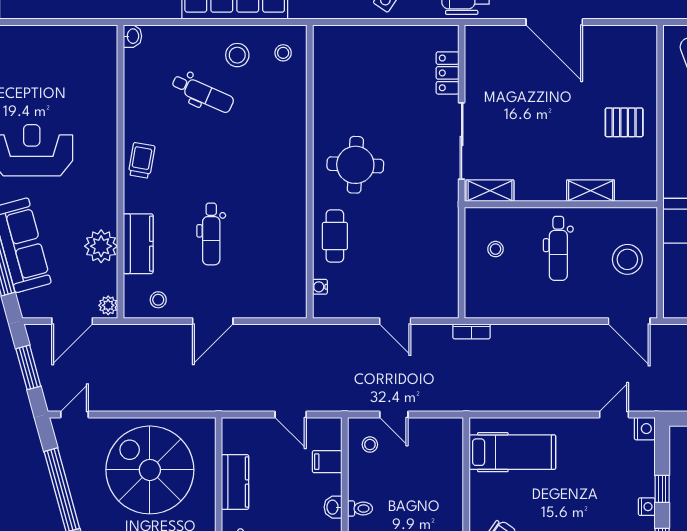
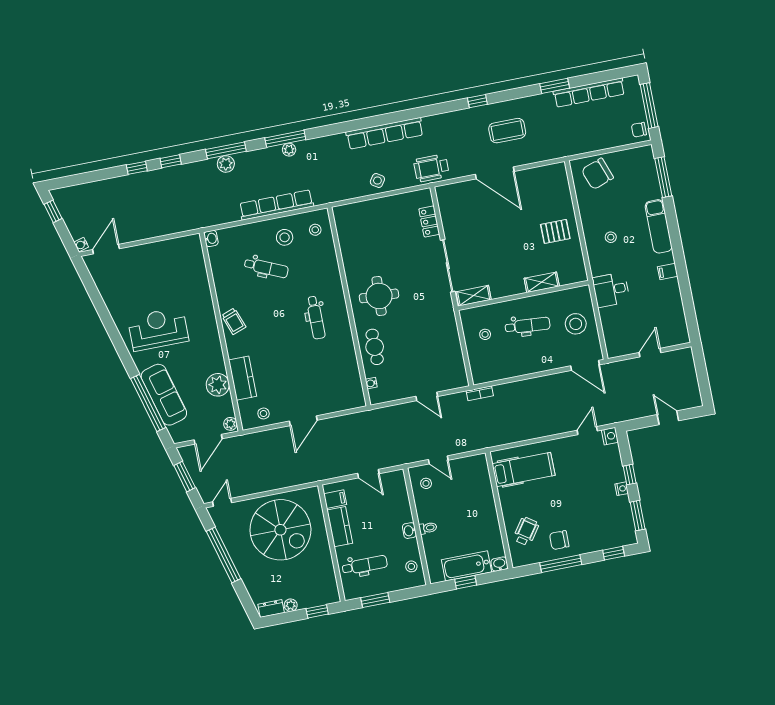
trolley: (142, 160) -> (234, 321), turned 150
dental chair: (211, 234) -> (316, 318), moved
dental chair: (558, 248) -> (528, 326), turned -86
filing cabinet: (327, 462) -> (335, 499), moved, turned 180
spiral stairs: (150, 470) -> (280, 530), turned 180

